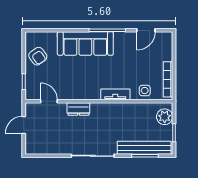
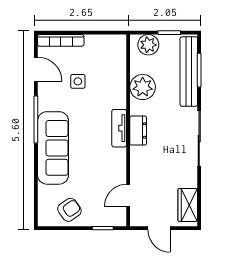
bookcase: (168, 79) -> (61, 40), moved
side table: (145, 91) -> (78, 81), moved
tv unit: (115, 94) -> (119, 128), moved
dresser: (78, 109) -> (138, 131), moved
plant: (132, 112) -> (143, 87), added
wardrobe: (42, 147) -> (188, 205), added

